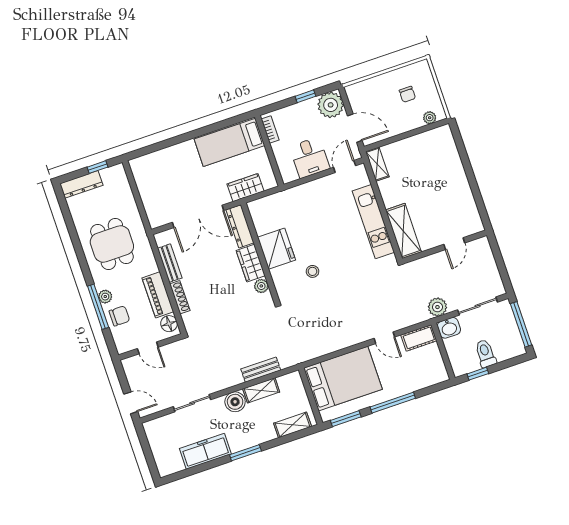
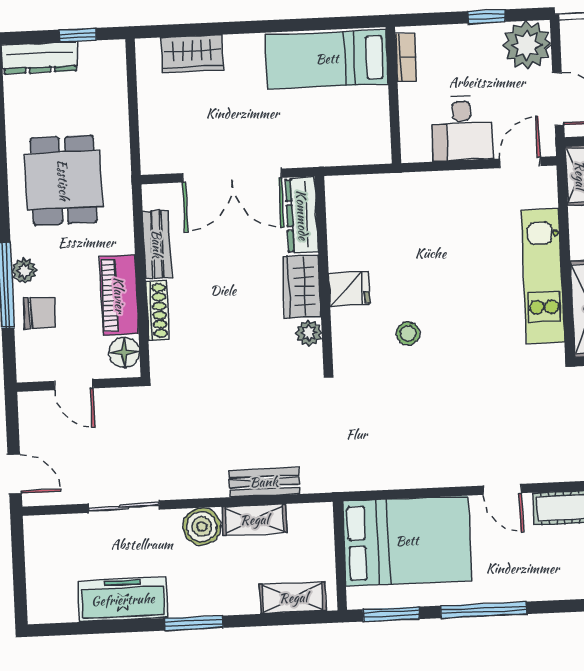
wardrobe: (245, 188) -> (192, 54), moved, turned 180
fridge: (276, 249) -> (349, 289), width x0.53, depth x0.75

